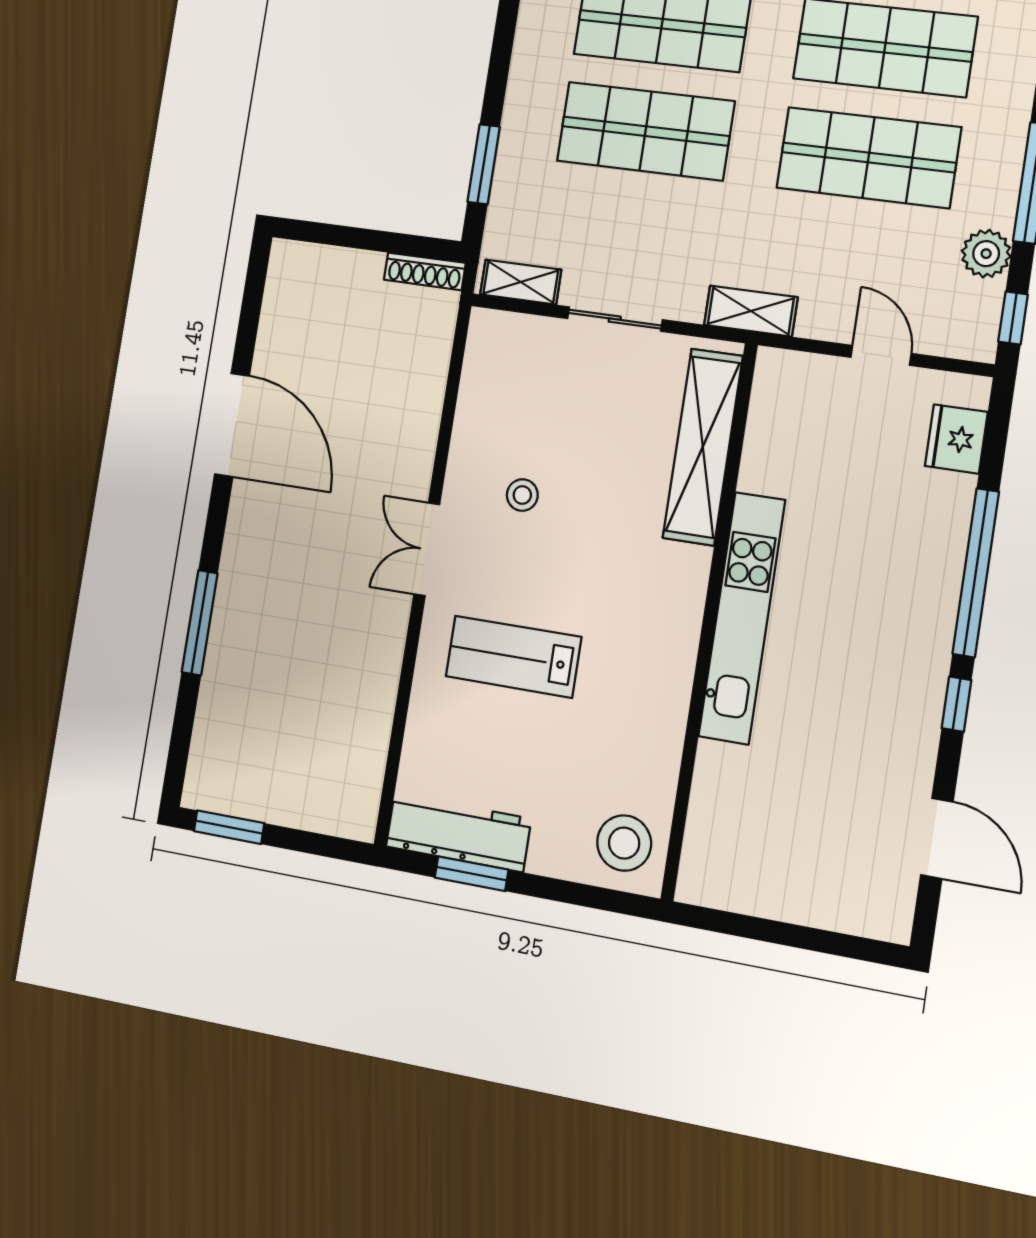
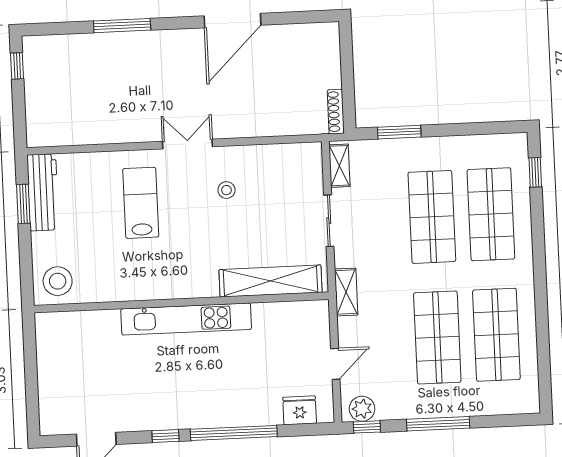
plant: (986, 254) -> (362, 409), moved
window: (229, 827) -> (17, 66), width x0.67

